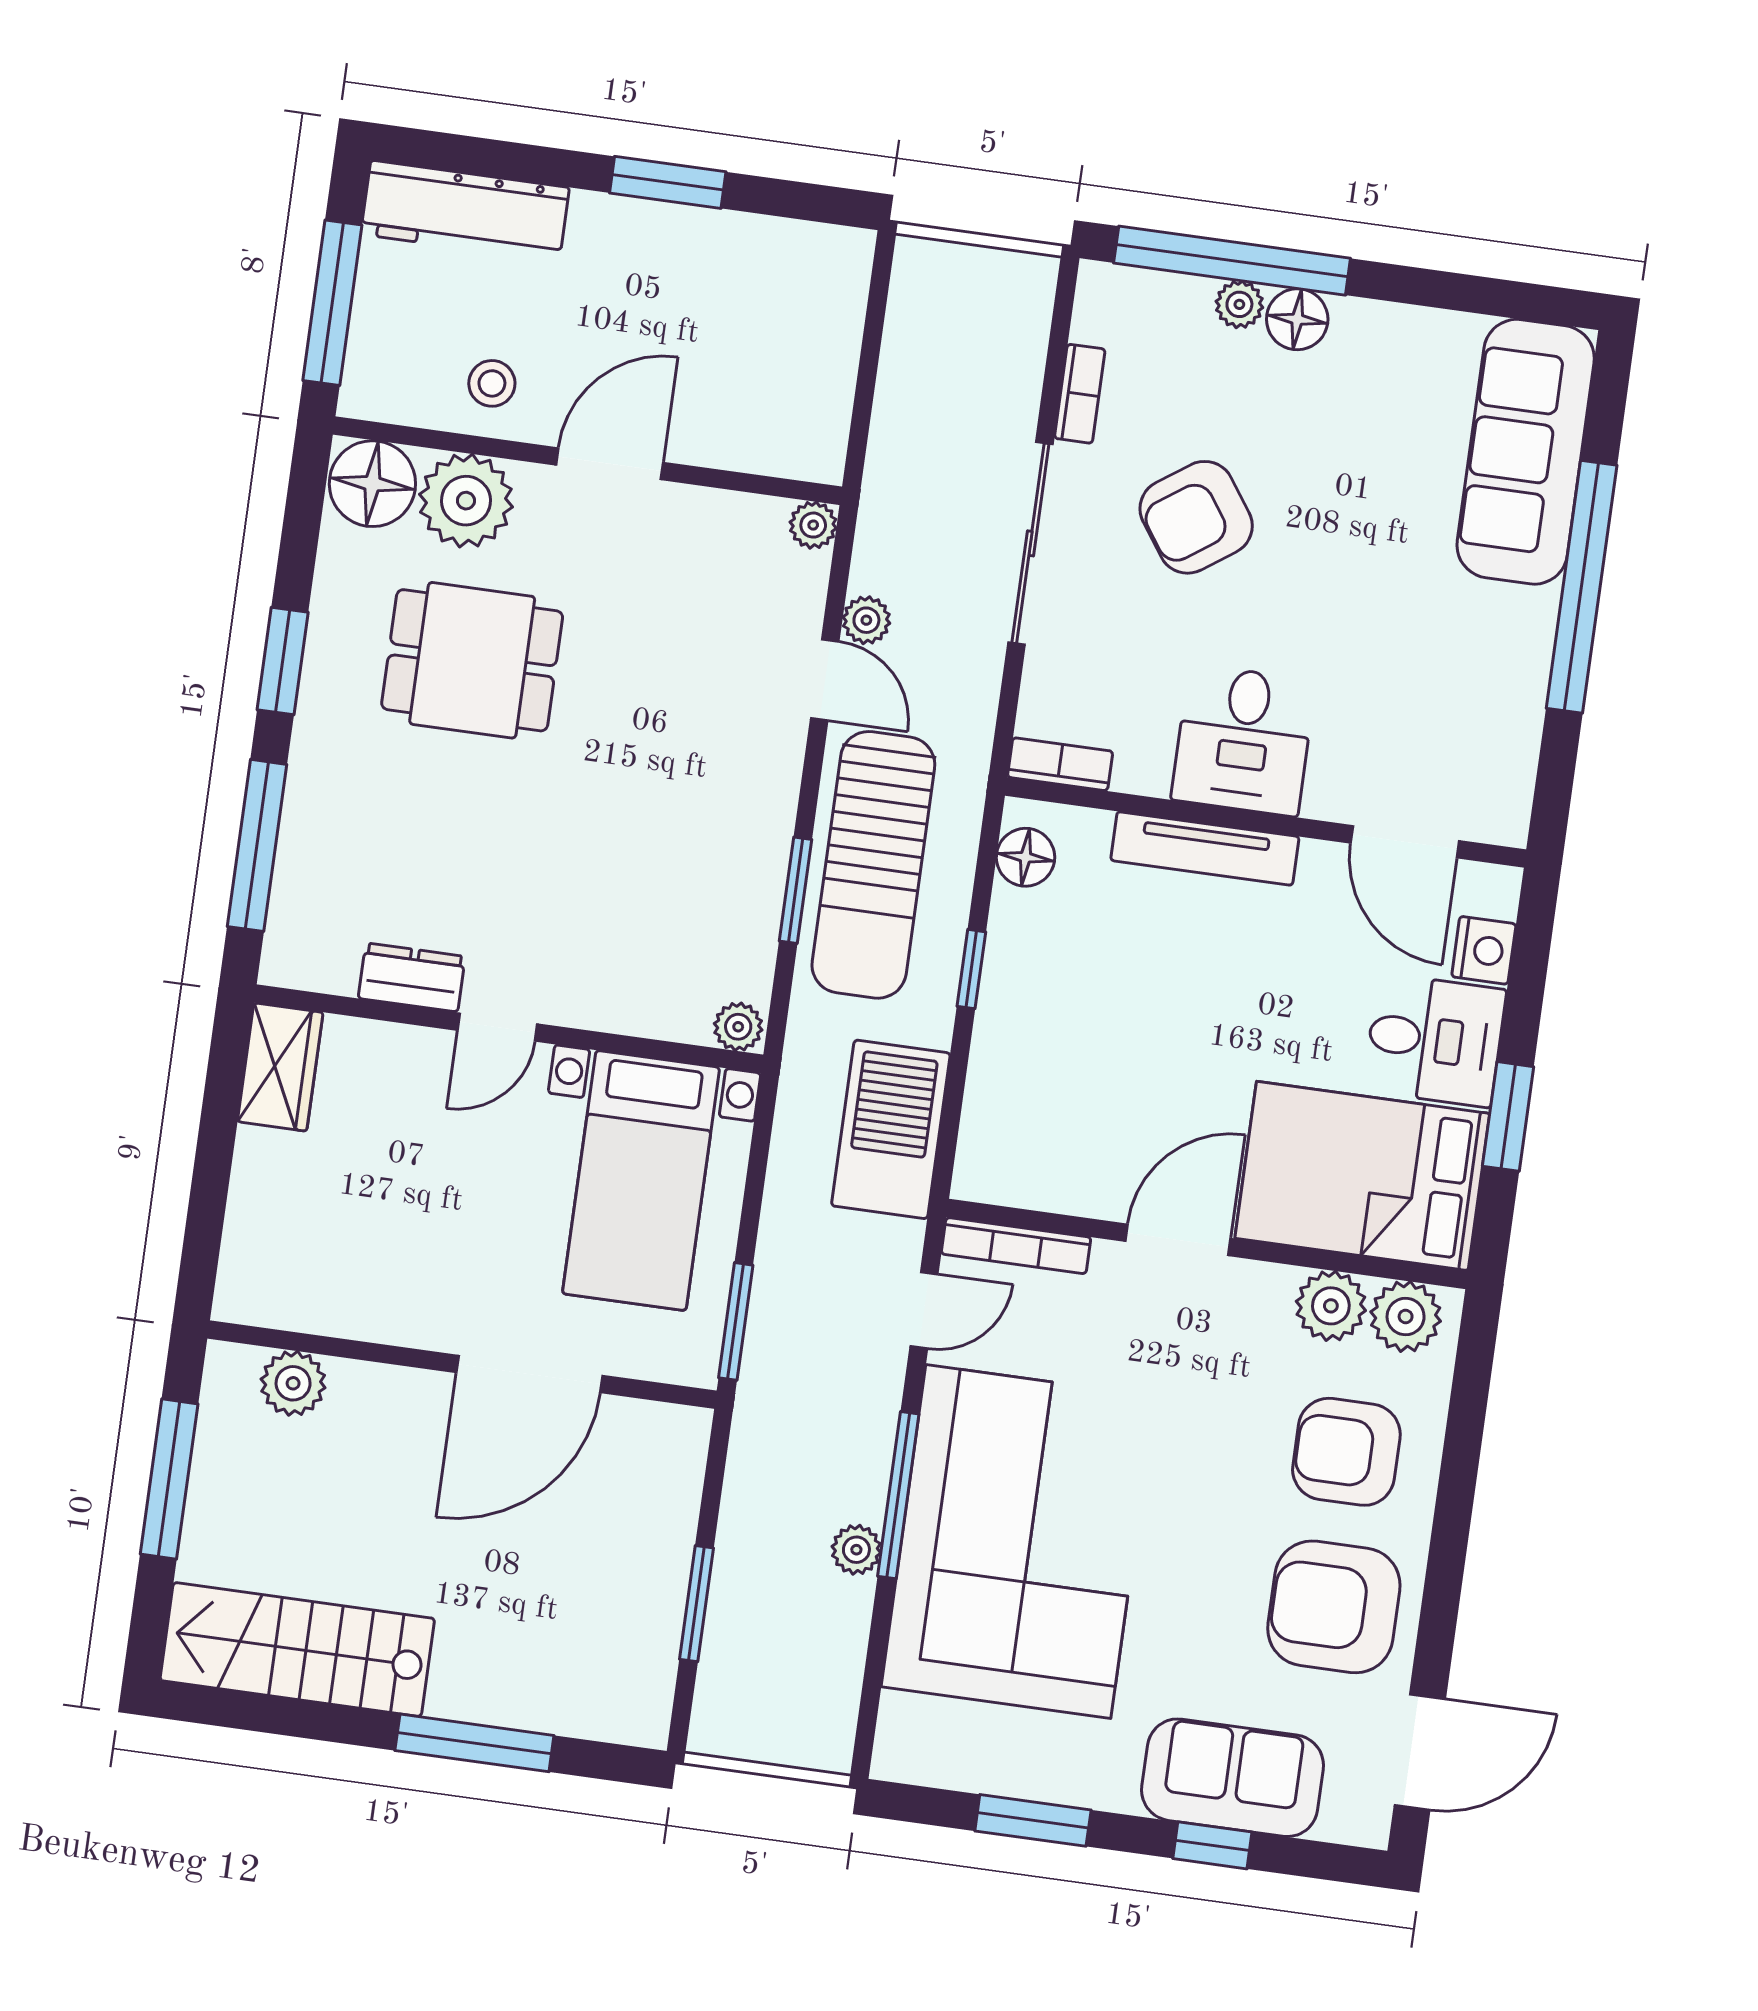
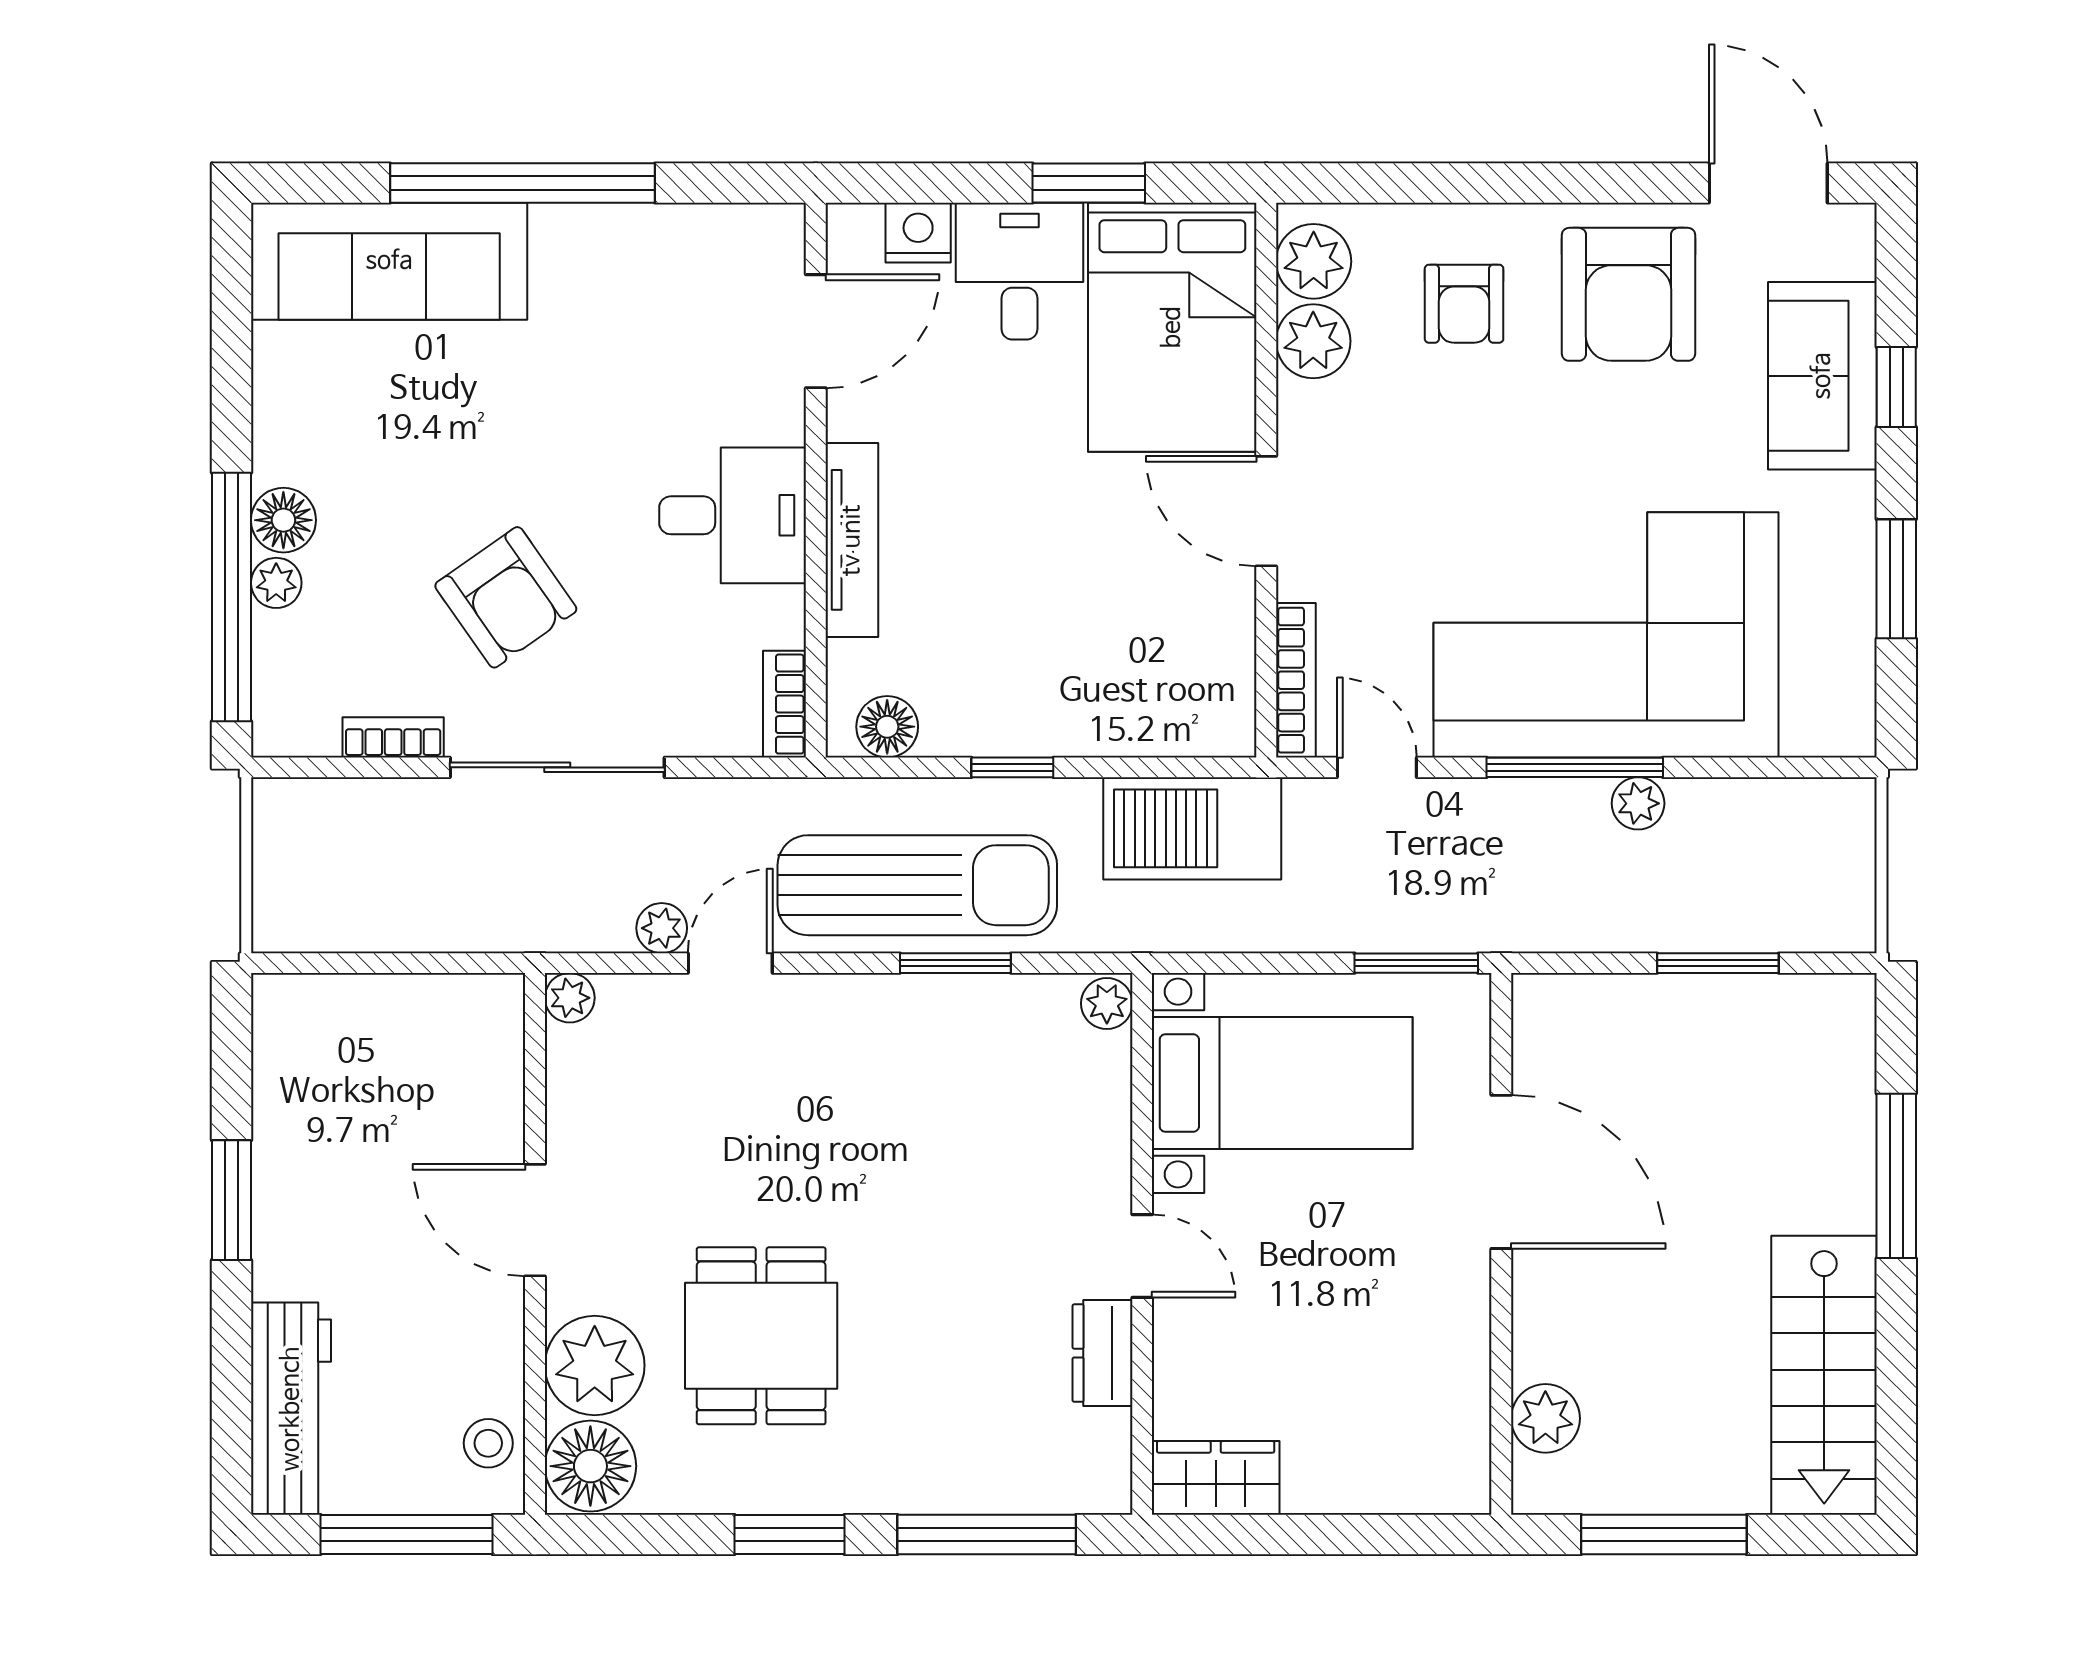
stool: (492, 383) -> (488, 1443), moved
armchair: (1346, 1452) -> (1464, 304), width x0.72, depth x0.72

